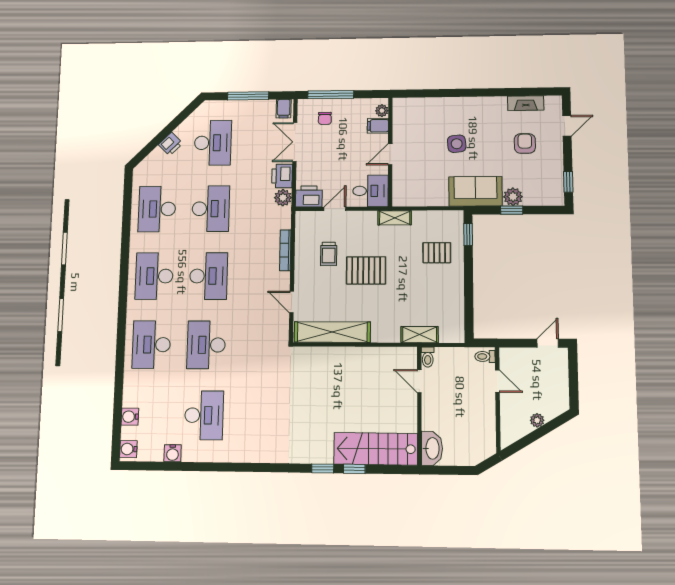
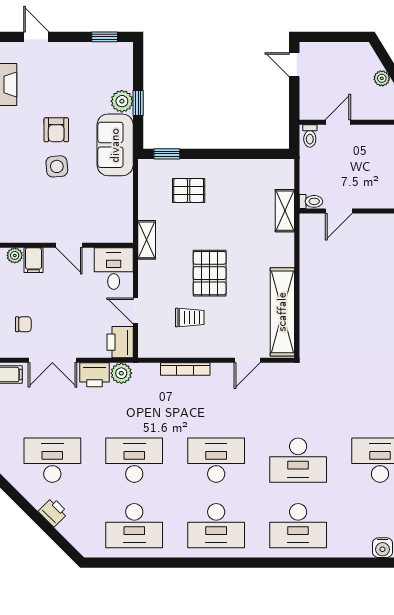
armchair: (525, 143) -> (56, 130), moved, turned -90
pallet: (437, 253) -> (189, 190), turned 90

